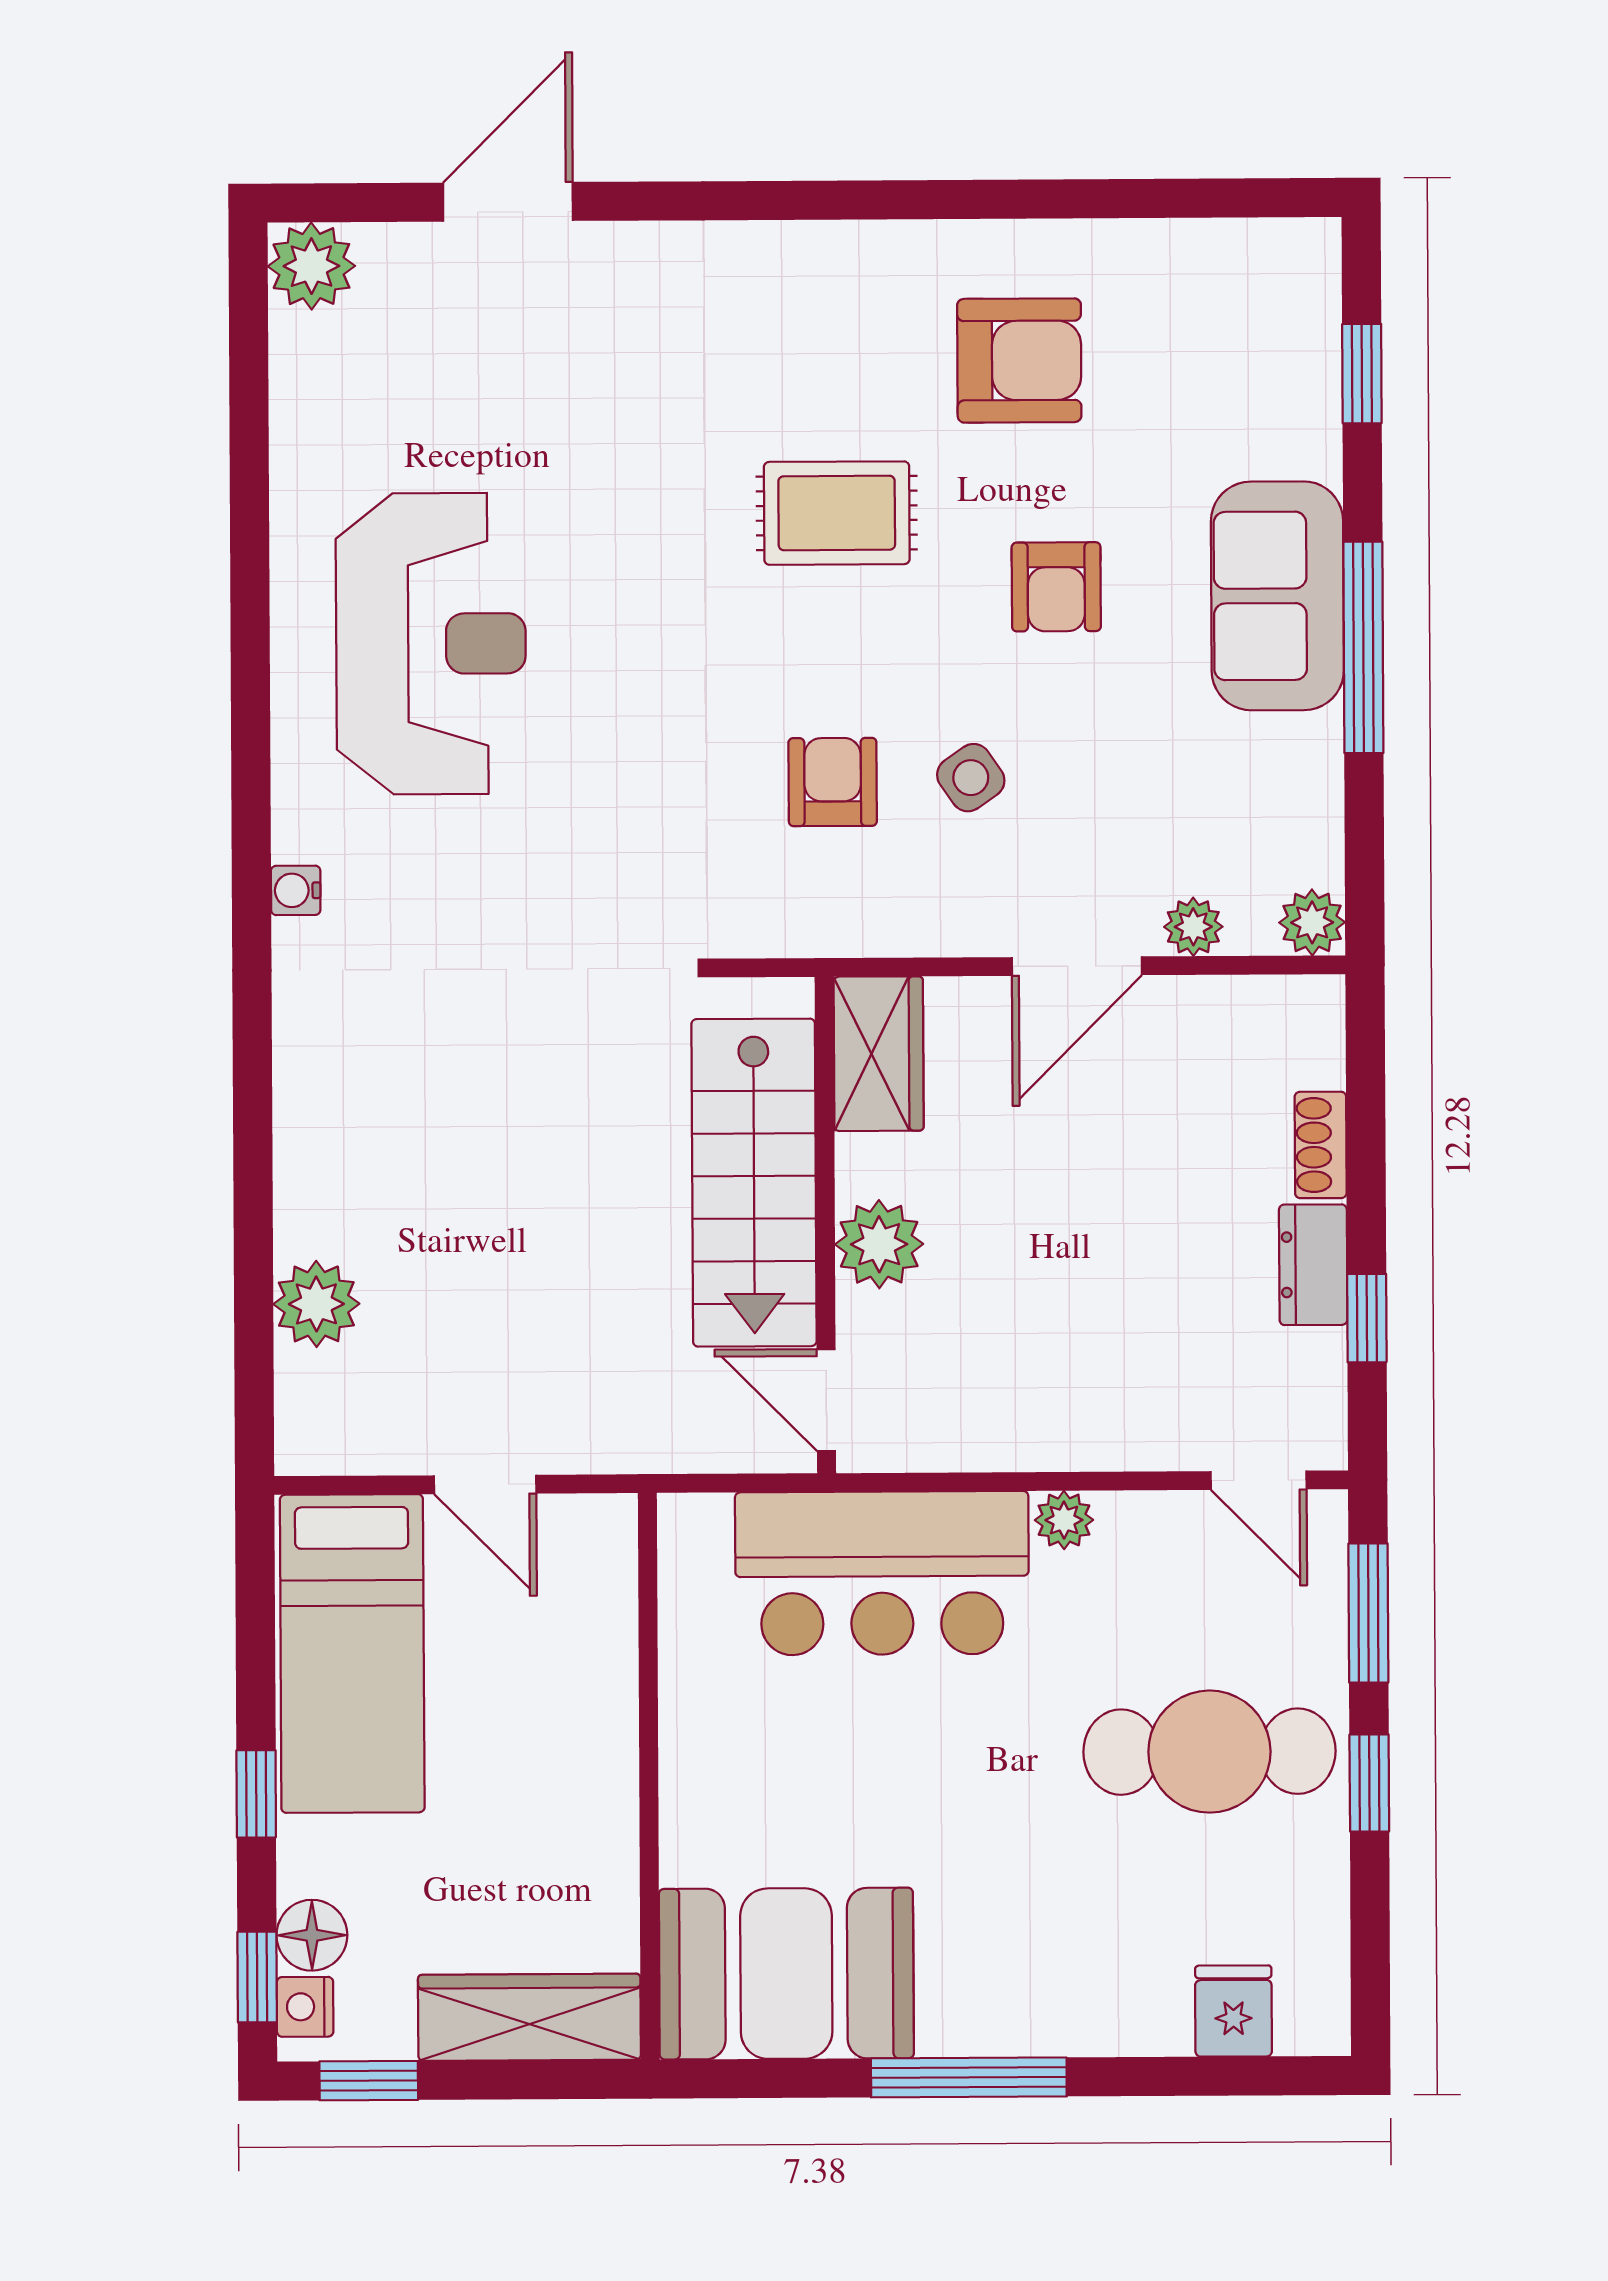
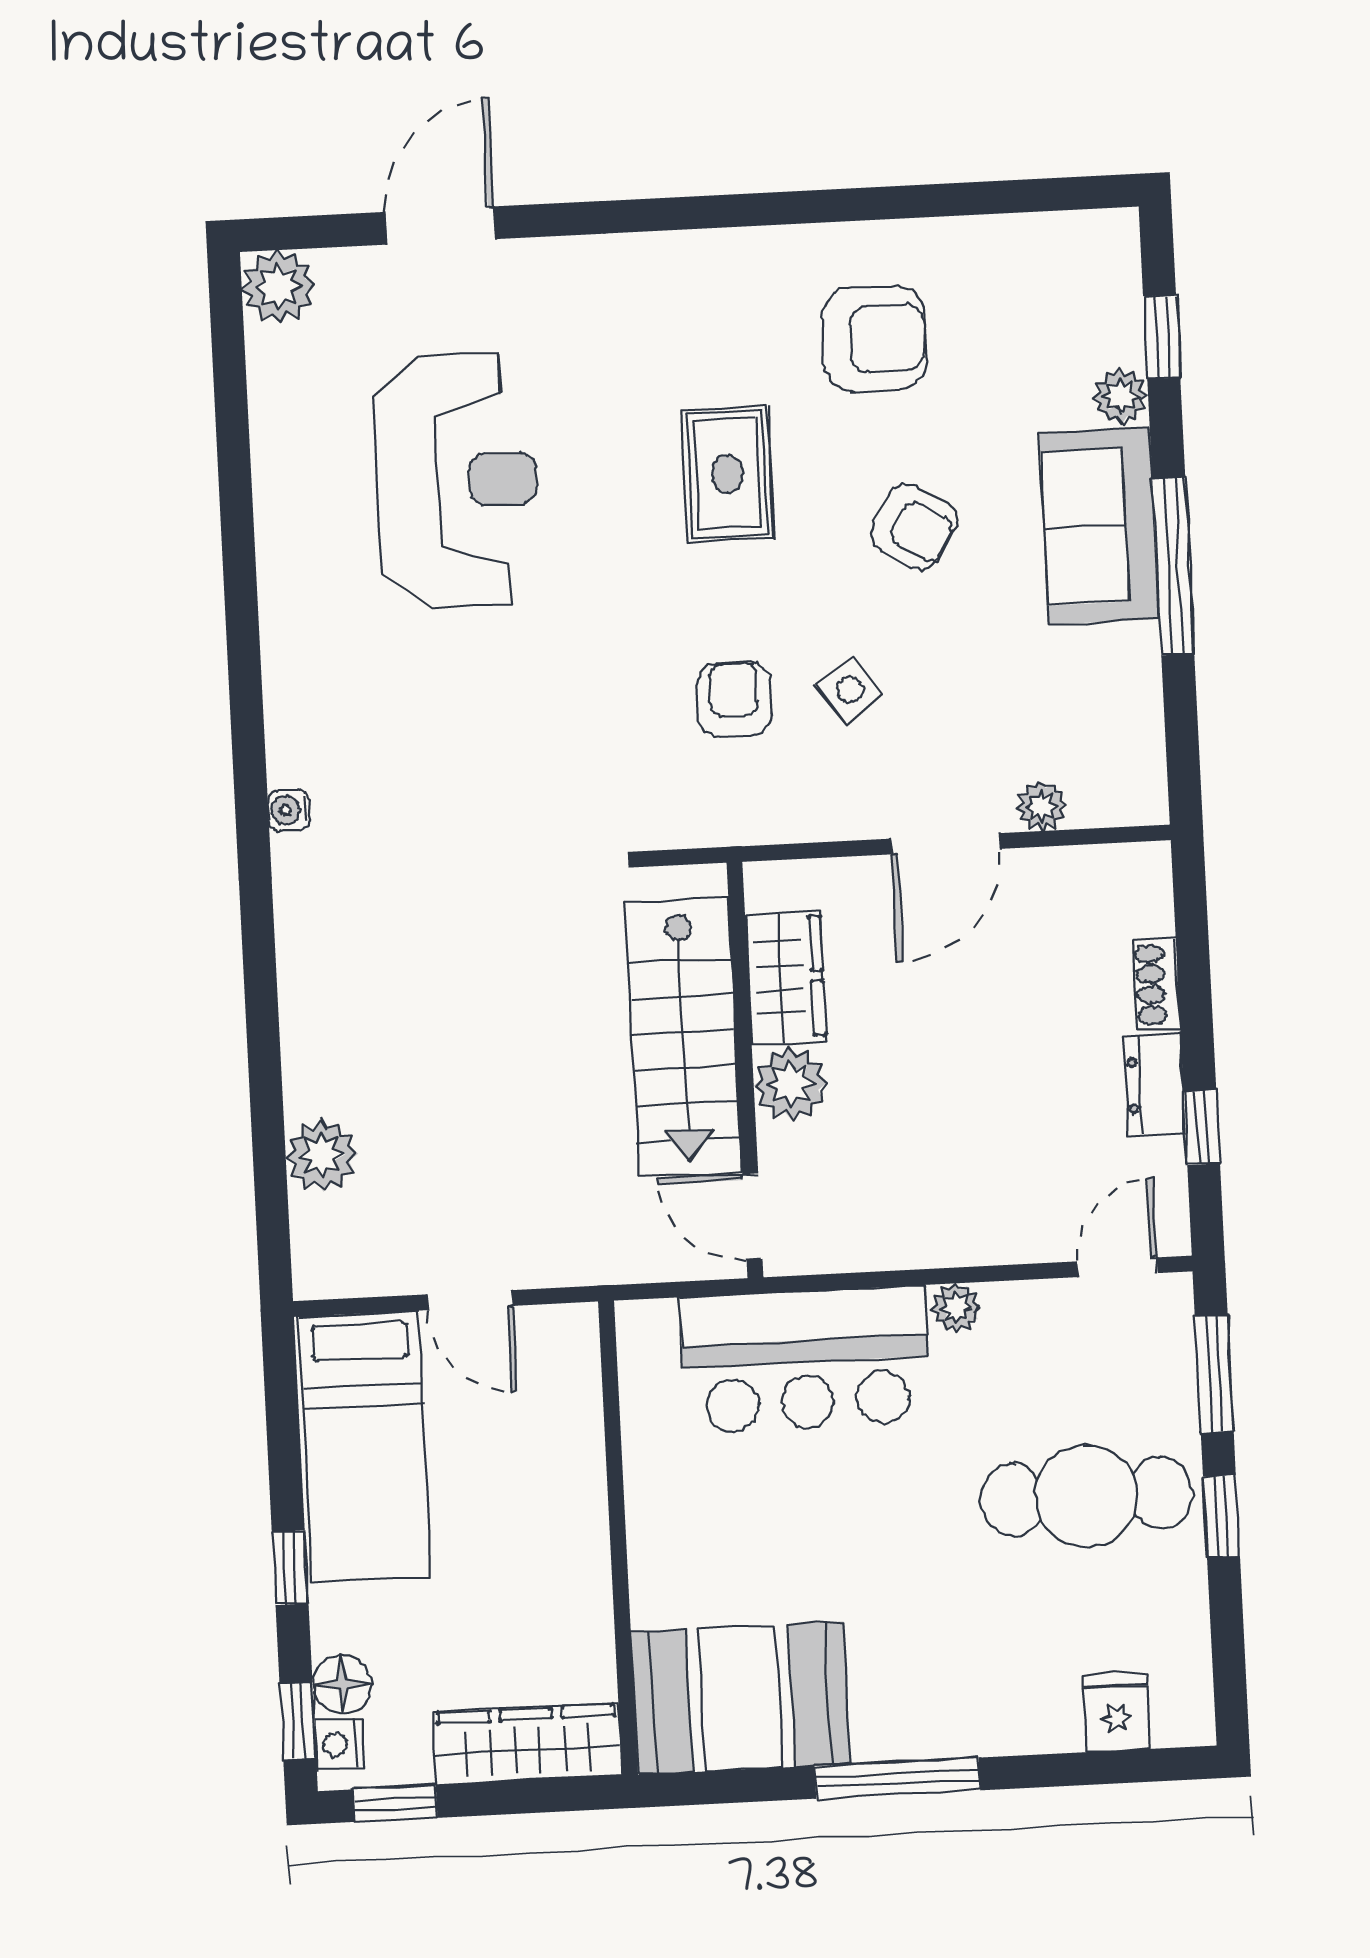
rug: (837, 513) -> (727, 474), turned 90
armchair: (1056, 587) -> (914, 527), turned -58
reception desk: (431, 644) -> (457, 481), moved
plant: (1312, 922) -> (1121, 396), moved
wardrobe: (879, 1054) -> (786, 977), moved
door: (1259, 1480) -> (1117, 1267), swing flipped

